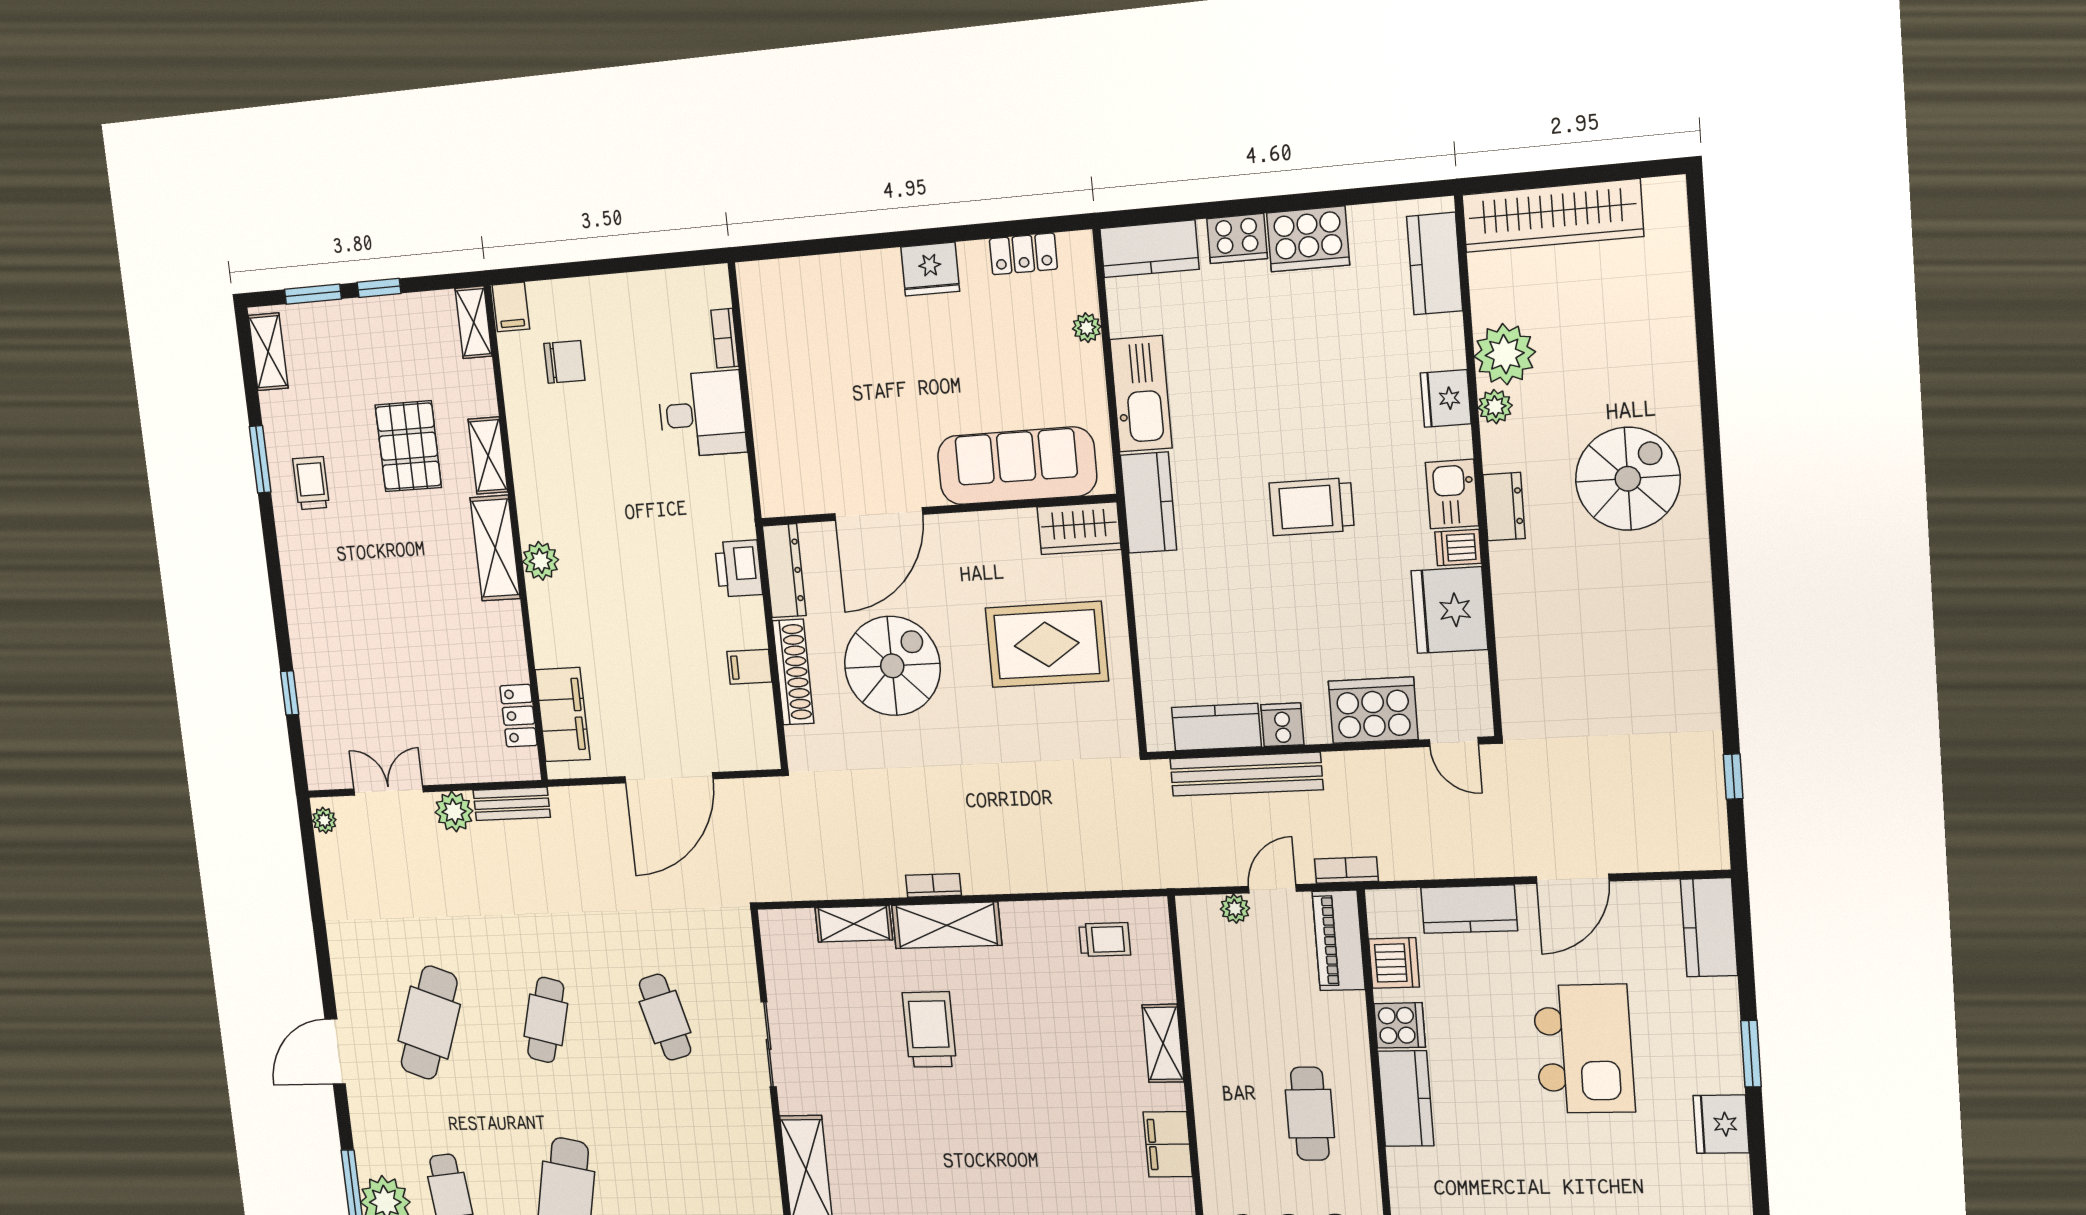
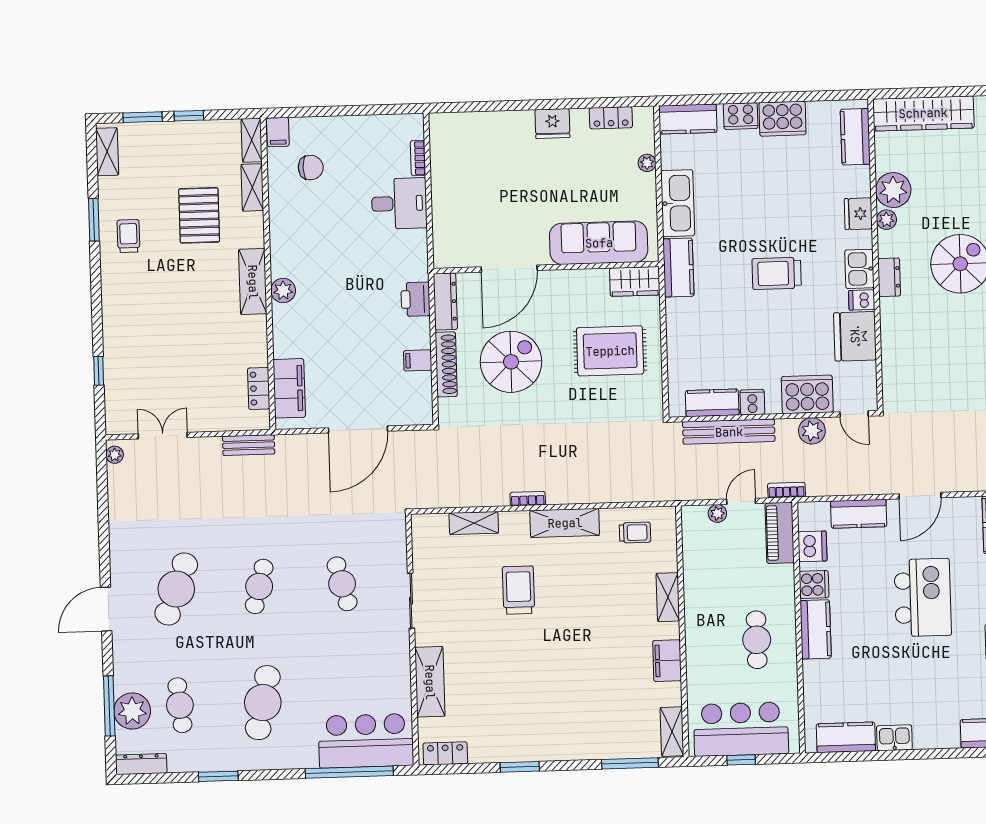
shelving: (488, 456) -> (252, 187), moved
plant: (454, 812) -> (812, 431), moved
shelving: (947, 925) -> (565, 523), moved

